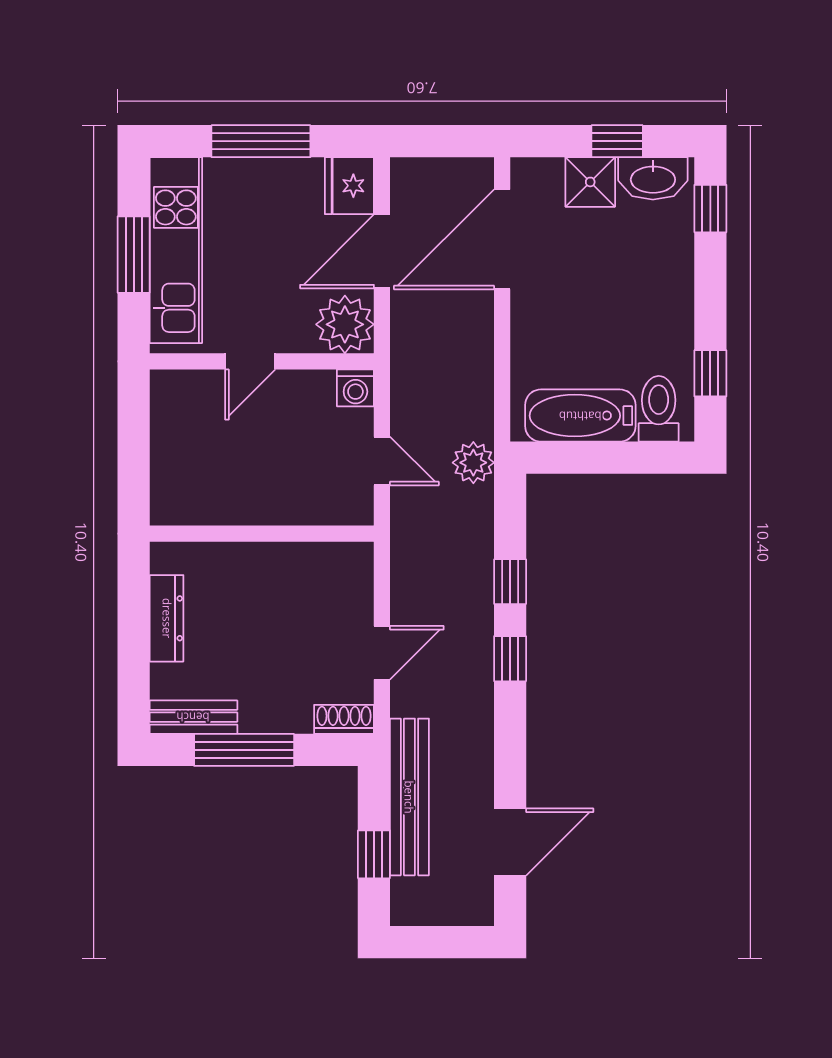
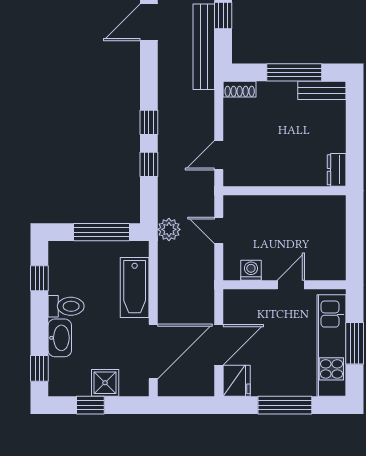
washbasin: (653, 178) -> (60, 338), moved, turned 90
plant: (345, 324) -> (239, 305), removed
washing machine: (355, 388) -> (251, 270), moved
toilet: (659, 409) -> (66, 306), moved, turned -90
bathtub: (580, 416) -> (135, 287), moved, turned 90
window: (597, 458) -> (102, 232), added
dresser: (167, 618) -> (337, 170), moved, width x0.70
door: (382, 653) -> (219, 155), moved

